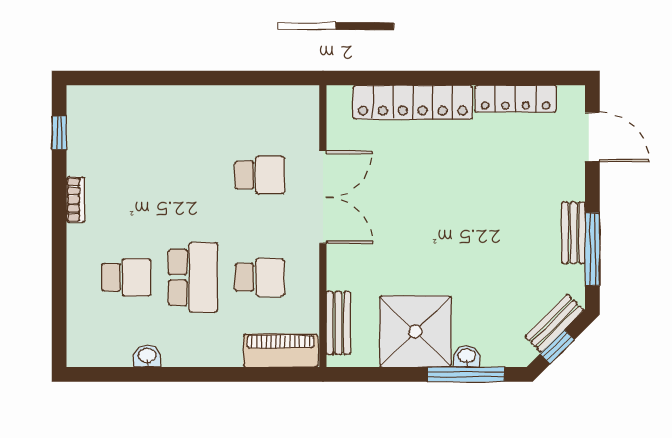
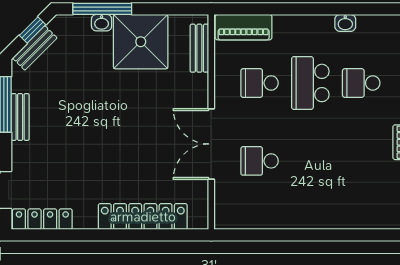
locker: (516, 99) -> (42, 219), moved

